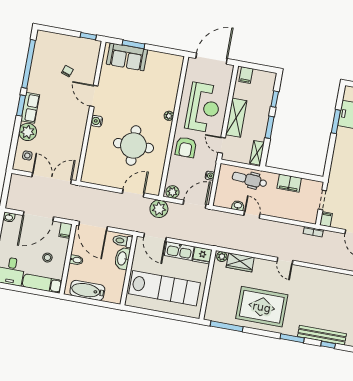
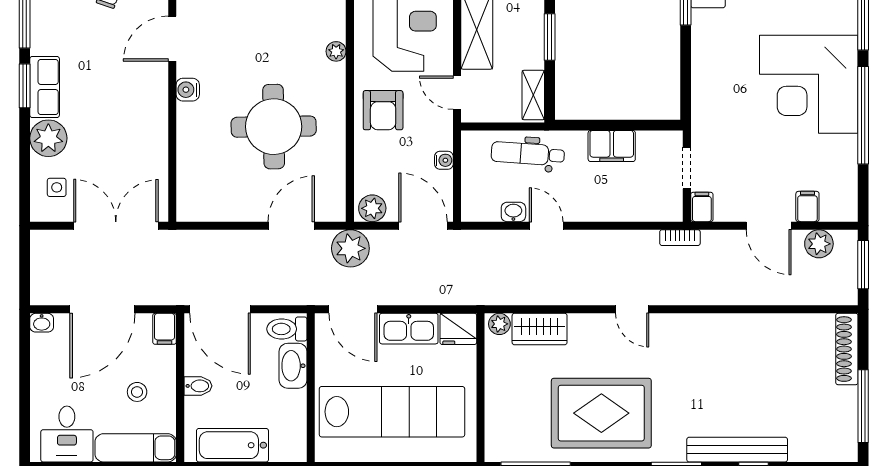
door: (94, 96) -> (172, 39), hinge flipped
door: (195, 204) -> (423, 226), hinge flipped

